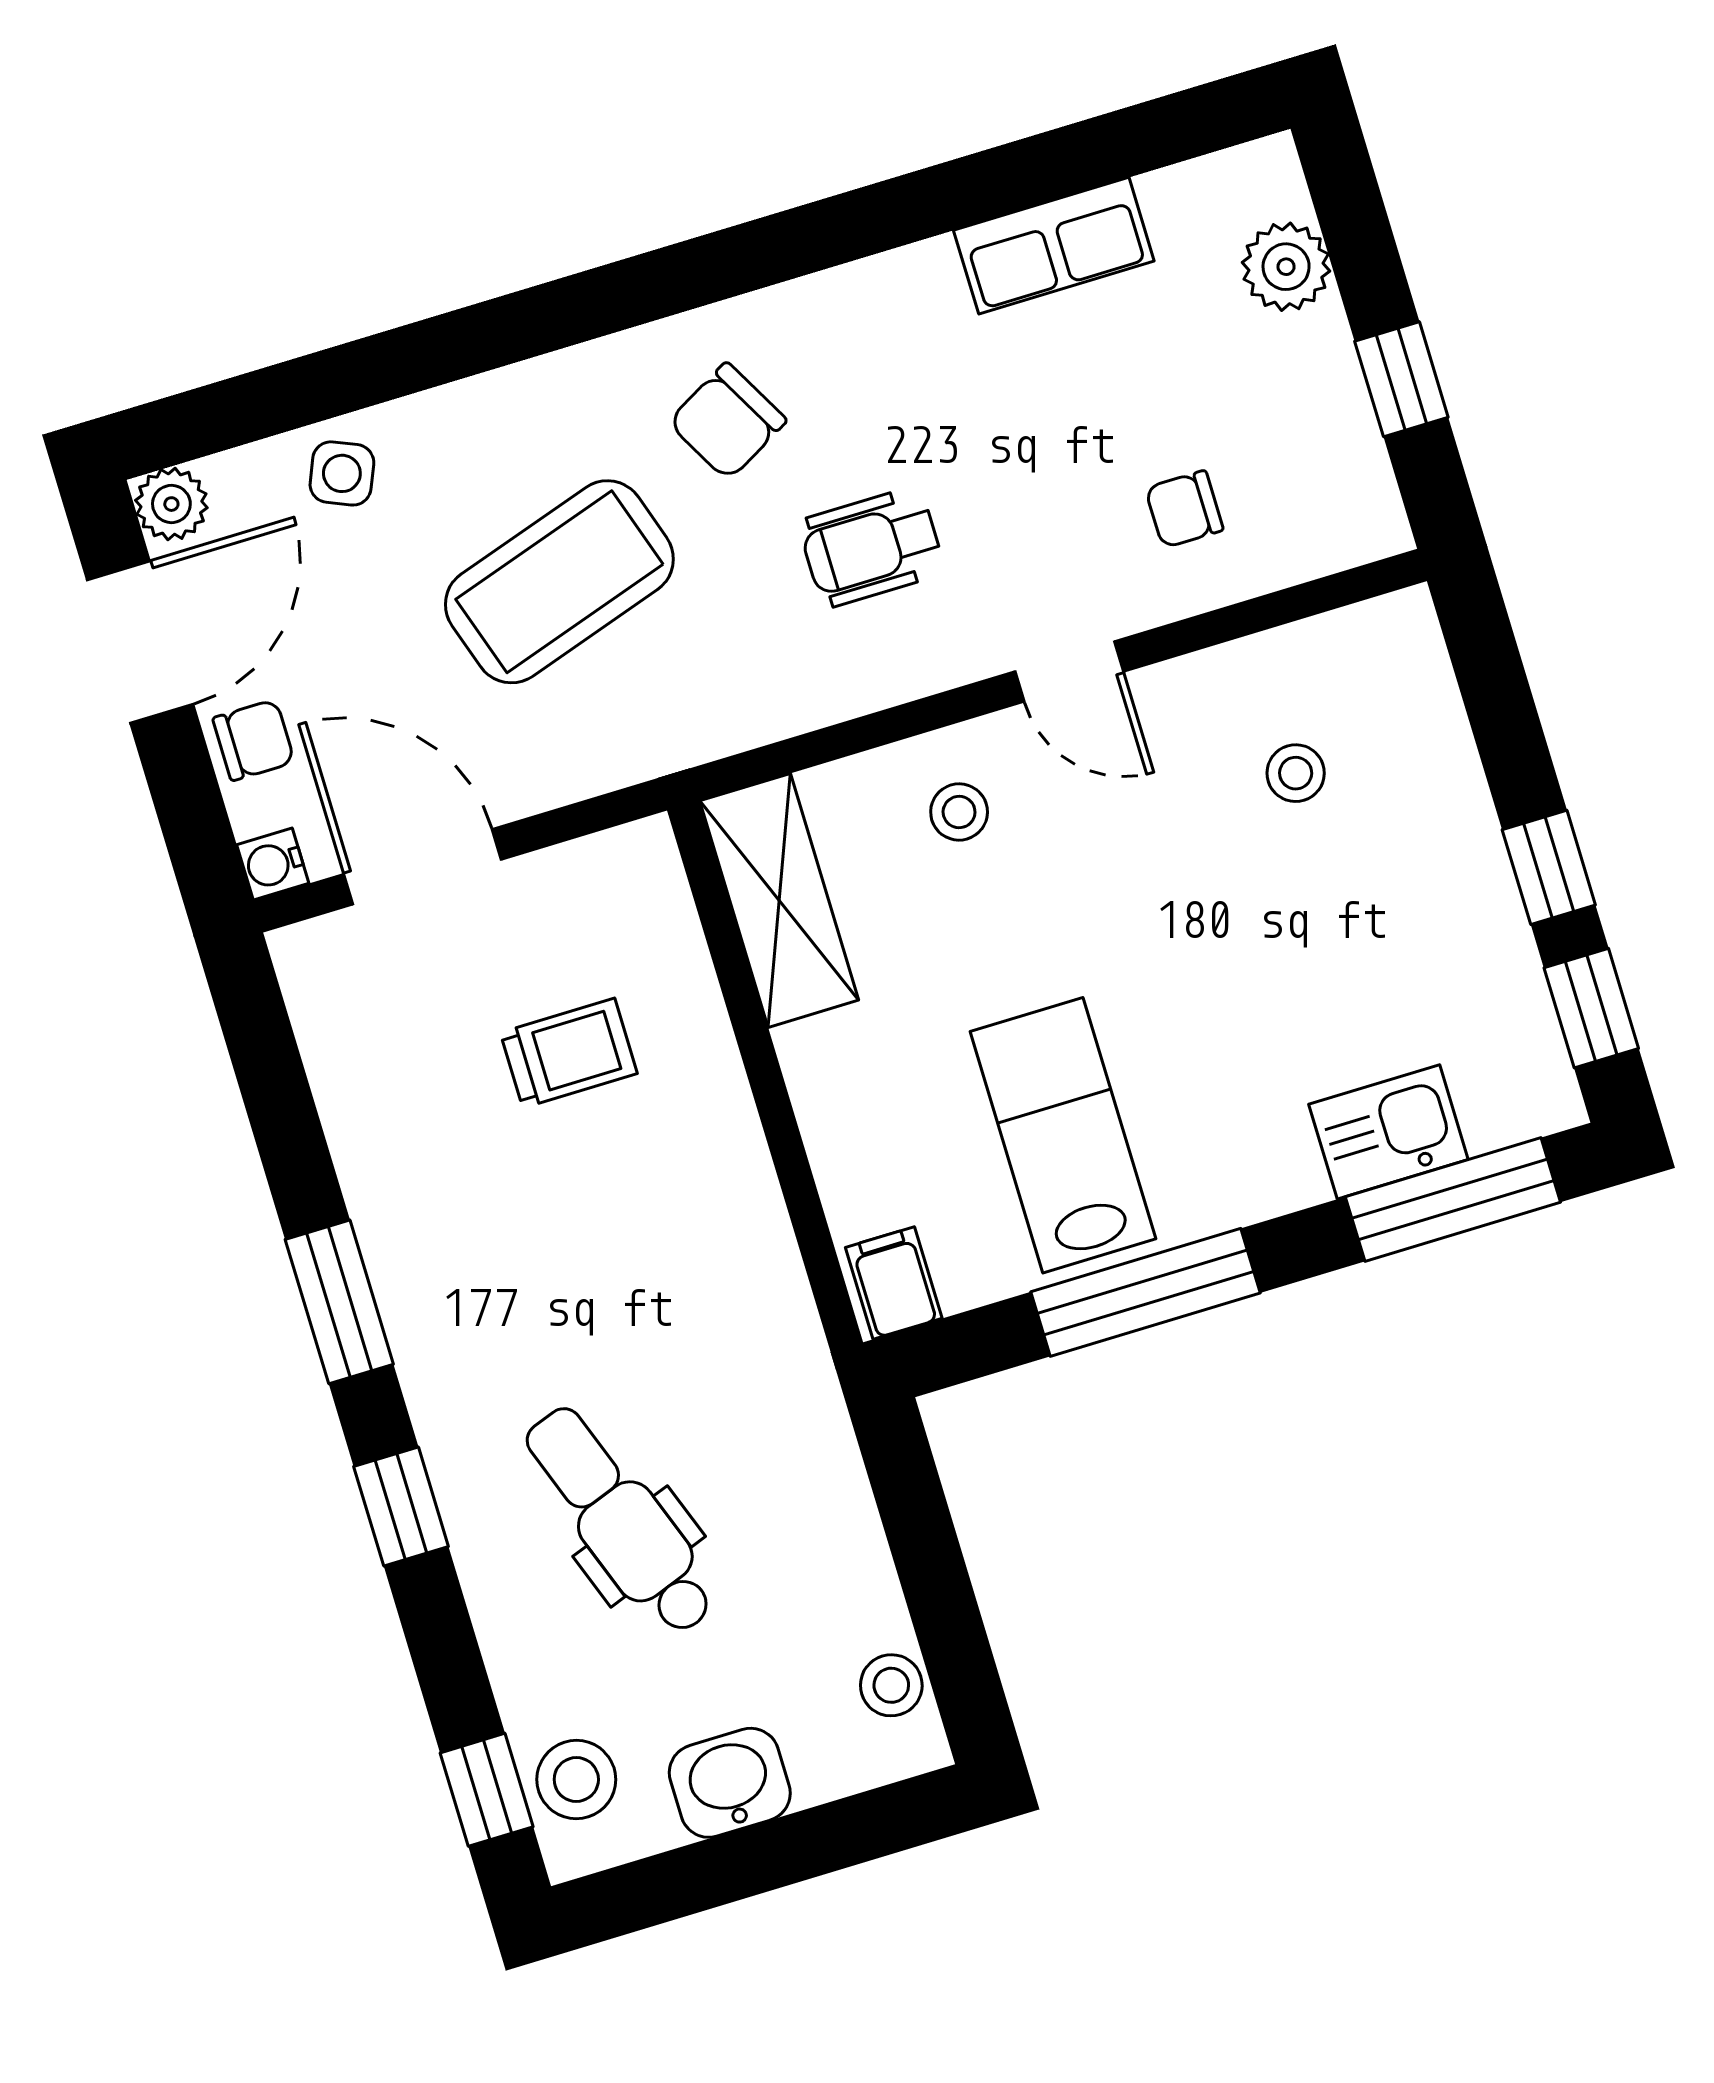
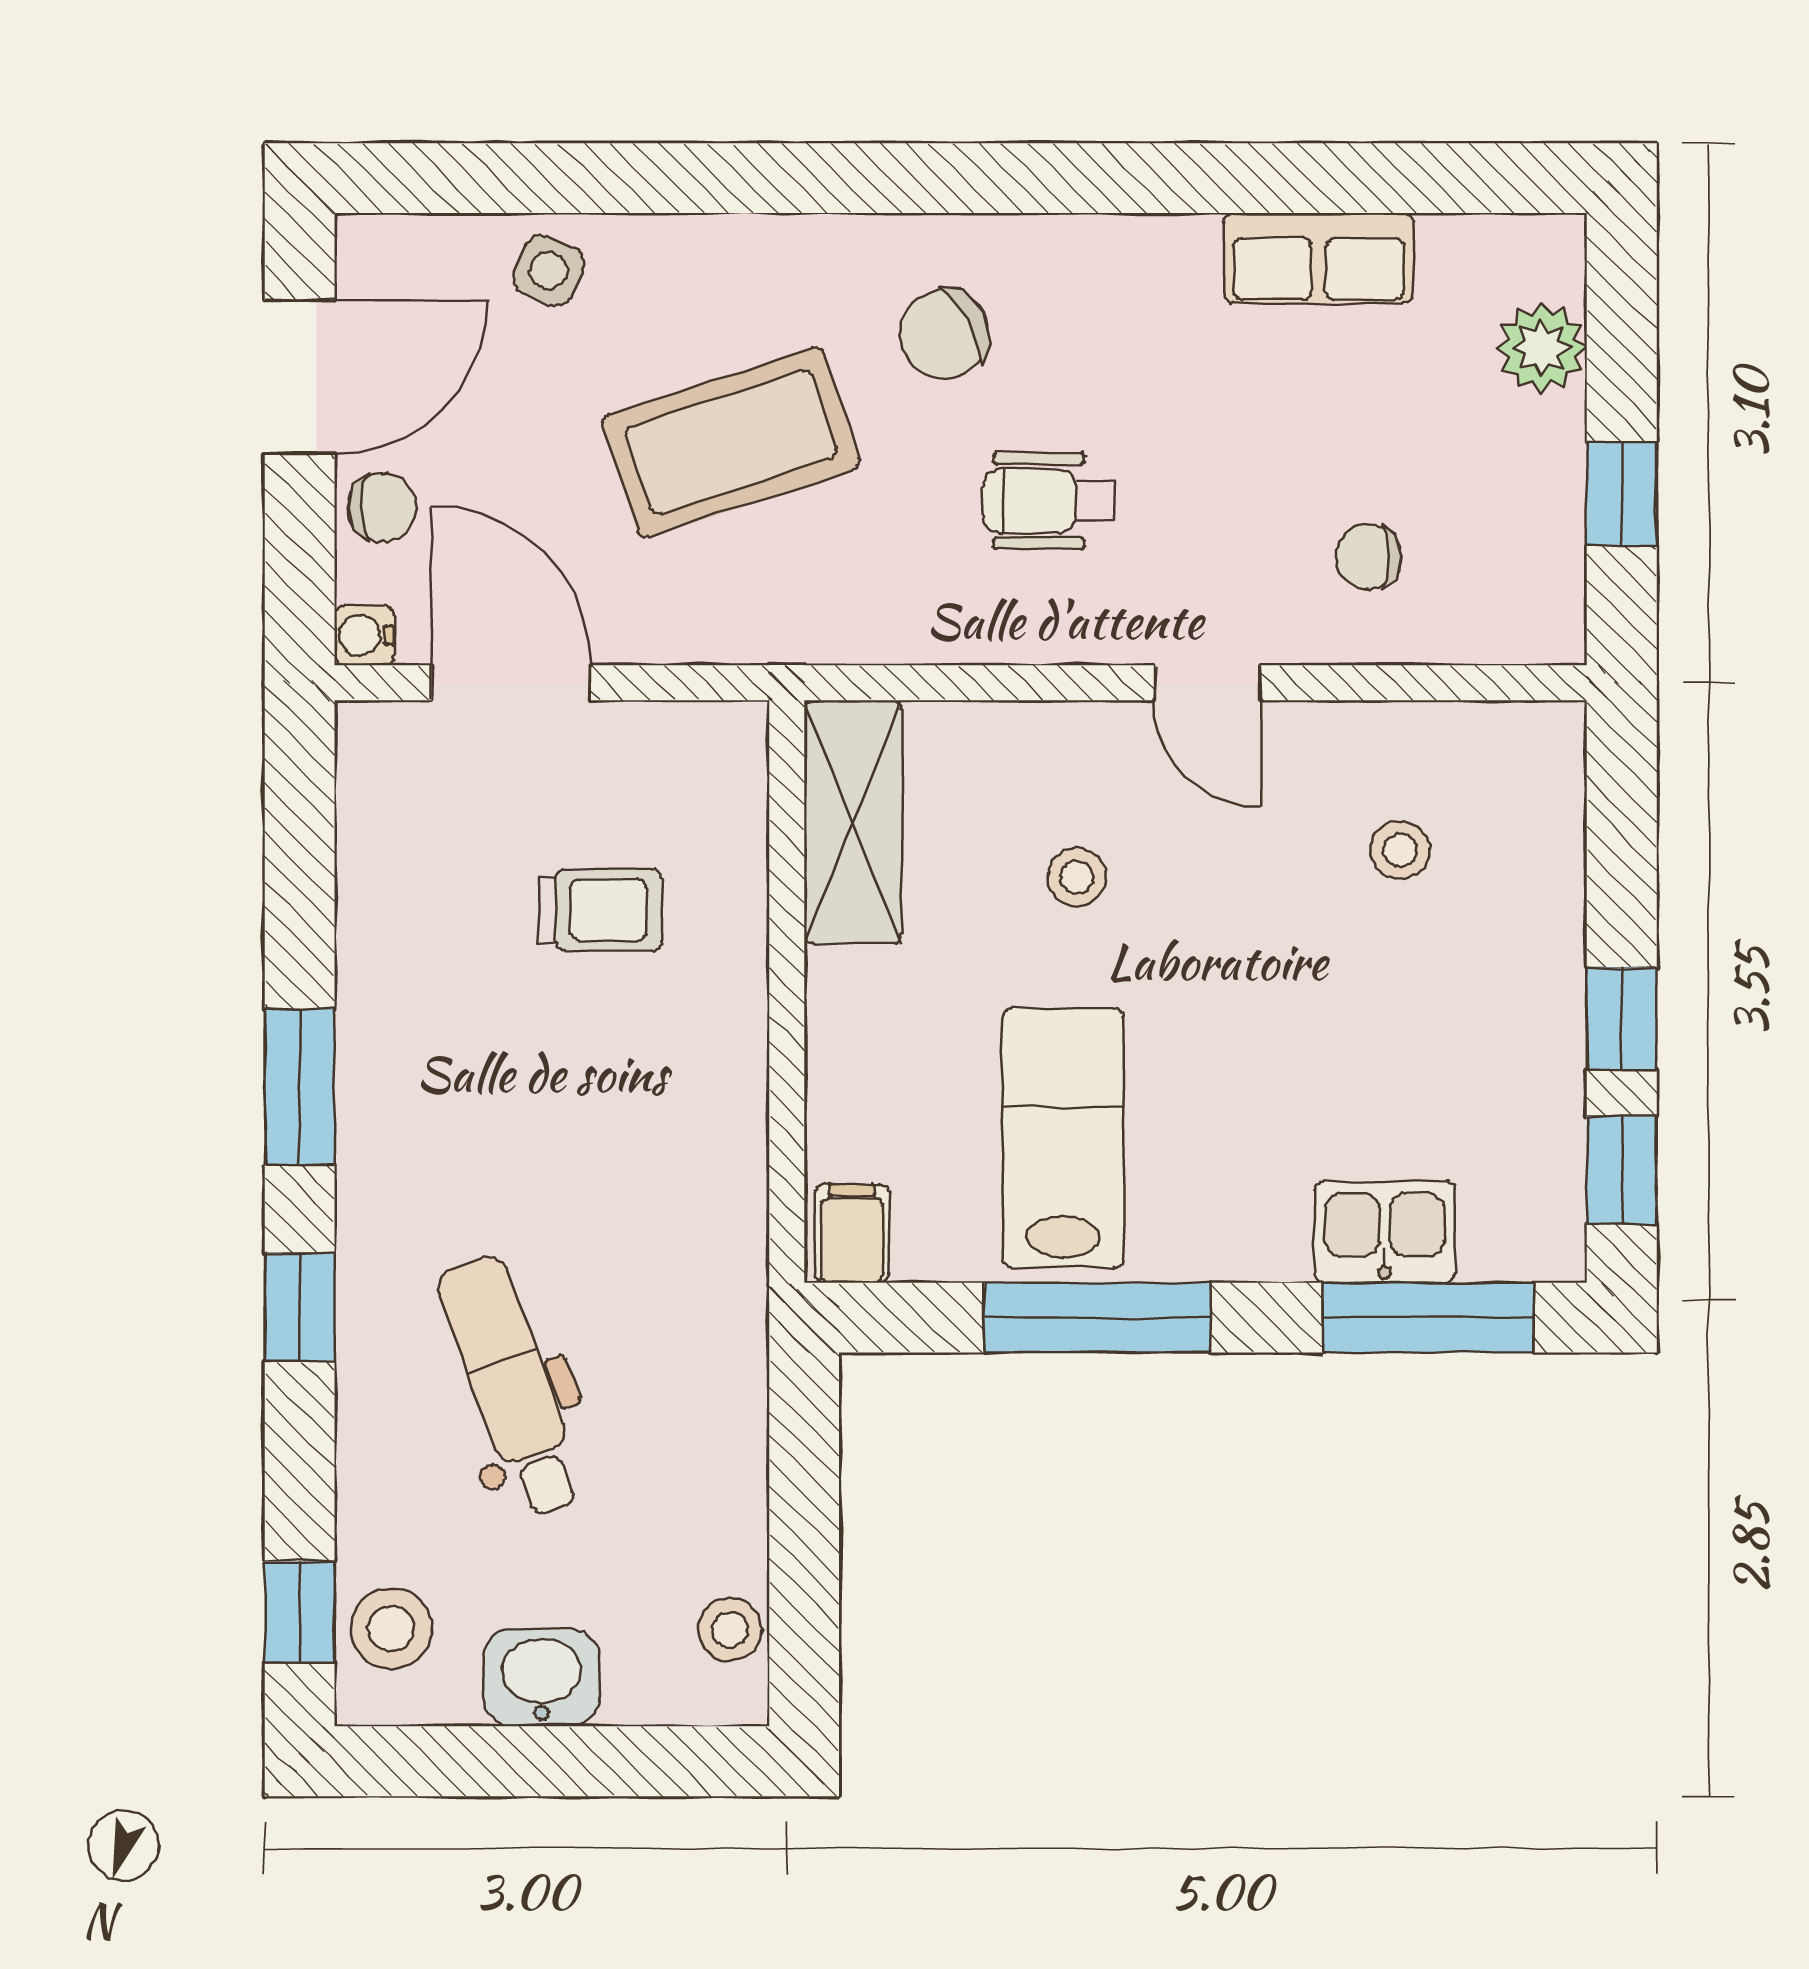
plant: (171, 504) -> (372, 250), removed
stool: (959, 812) -> (1077, 877), moved

